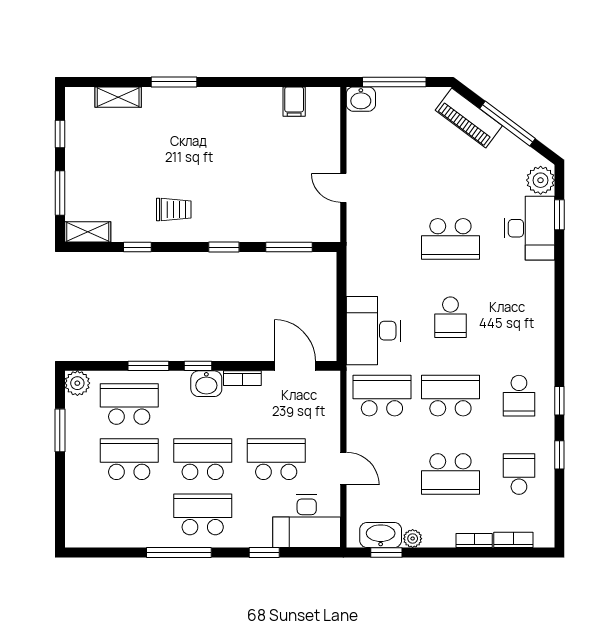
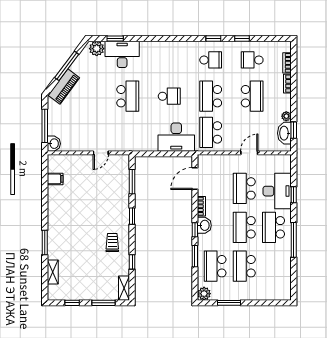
desk: (307, 521) -> (277, 191), moved

